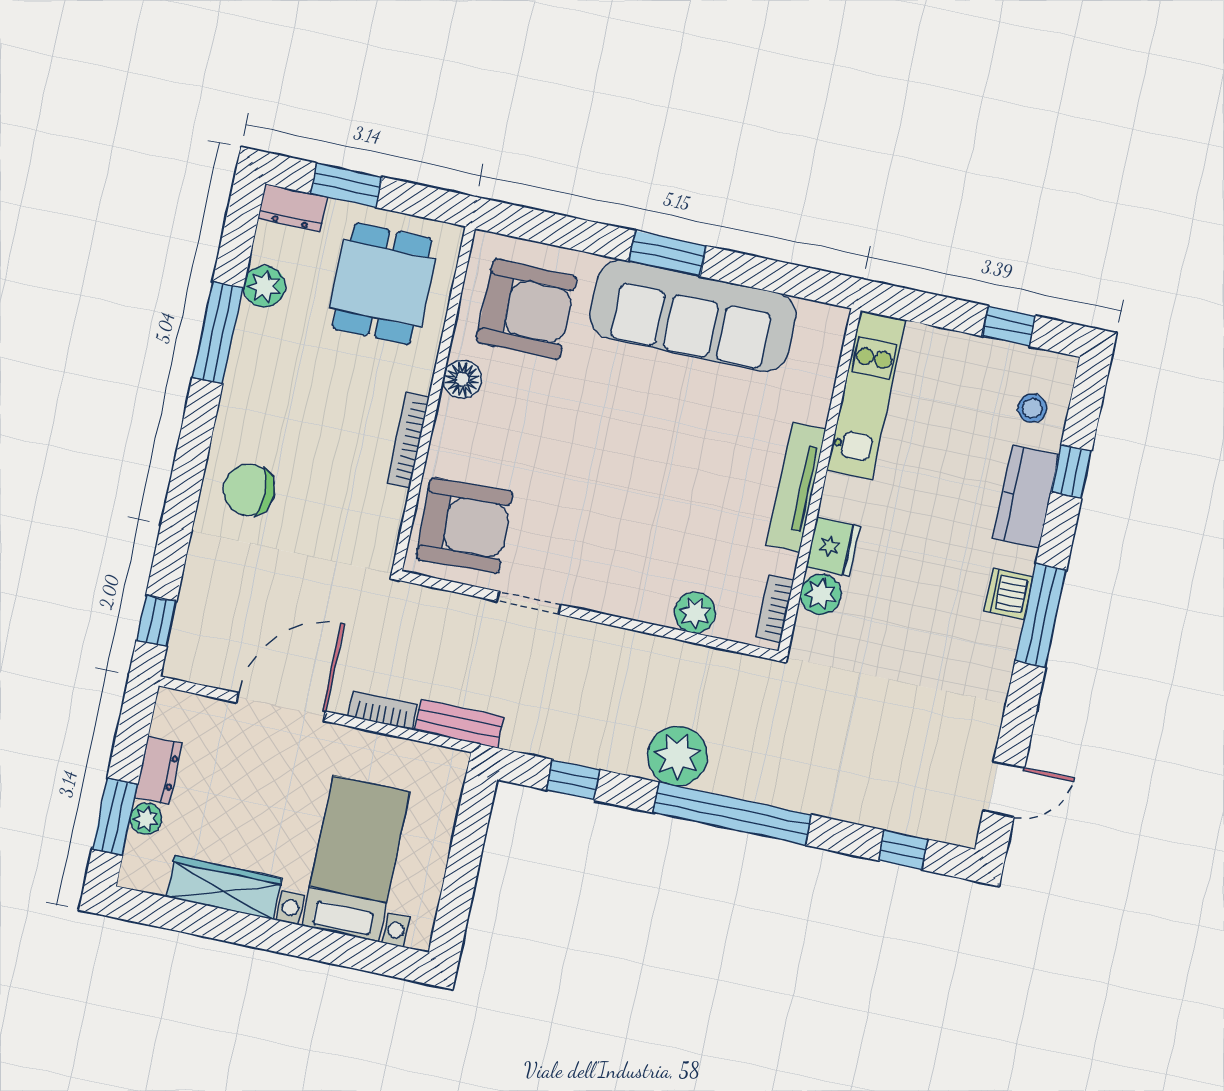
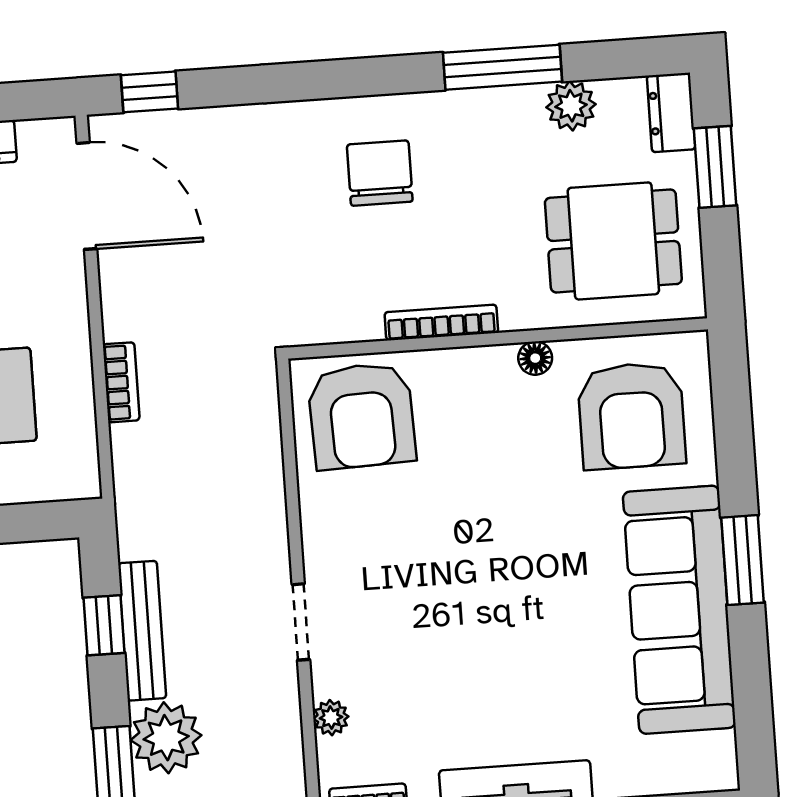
floor lamp: (462, 379) -> (535, 358), width x0.73, depth x0.73
chair: (249, 490) -> (380, 173), moved
doorway: (529, 603) -> (301, 622), moved
plant: (695, 613) -> (331, 718), width x0.73, depth x0.73
door: (281, 707) -> (87, 196), moved
bench: (459, 724) -> (142, 631), moved, width x1.36

